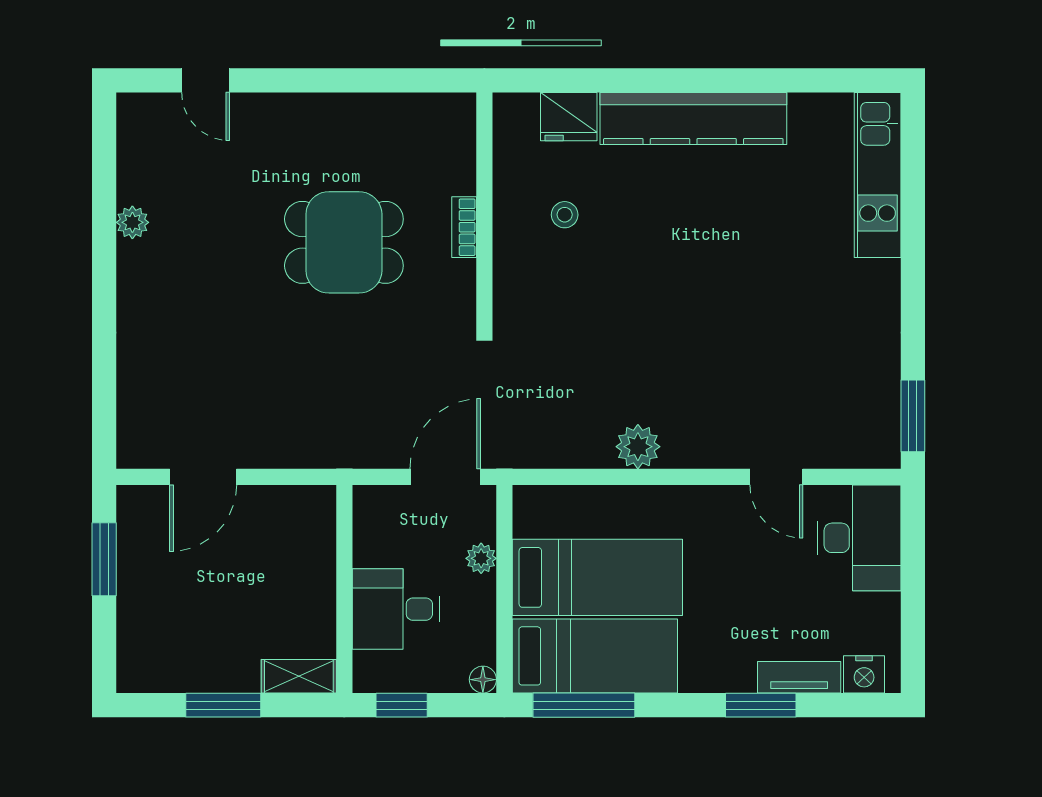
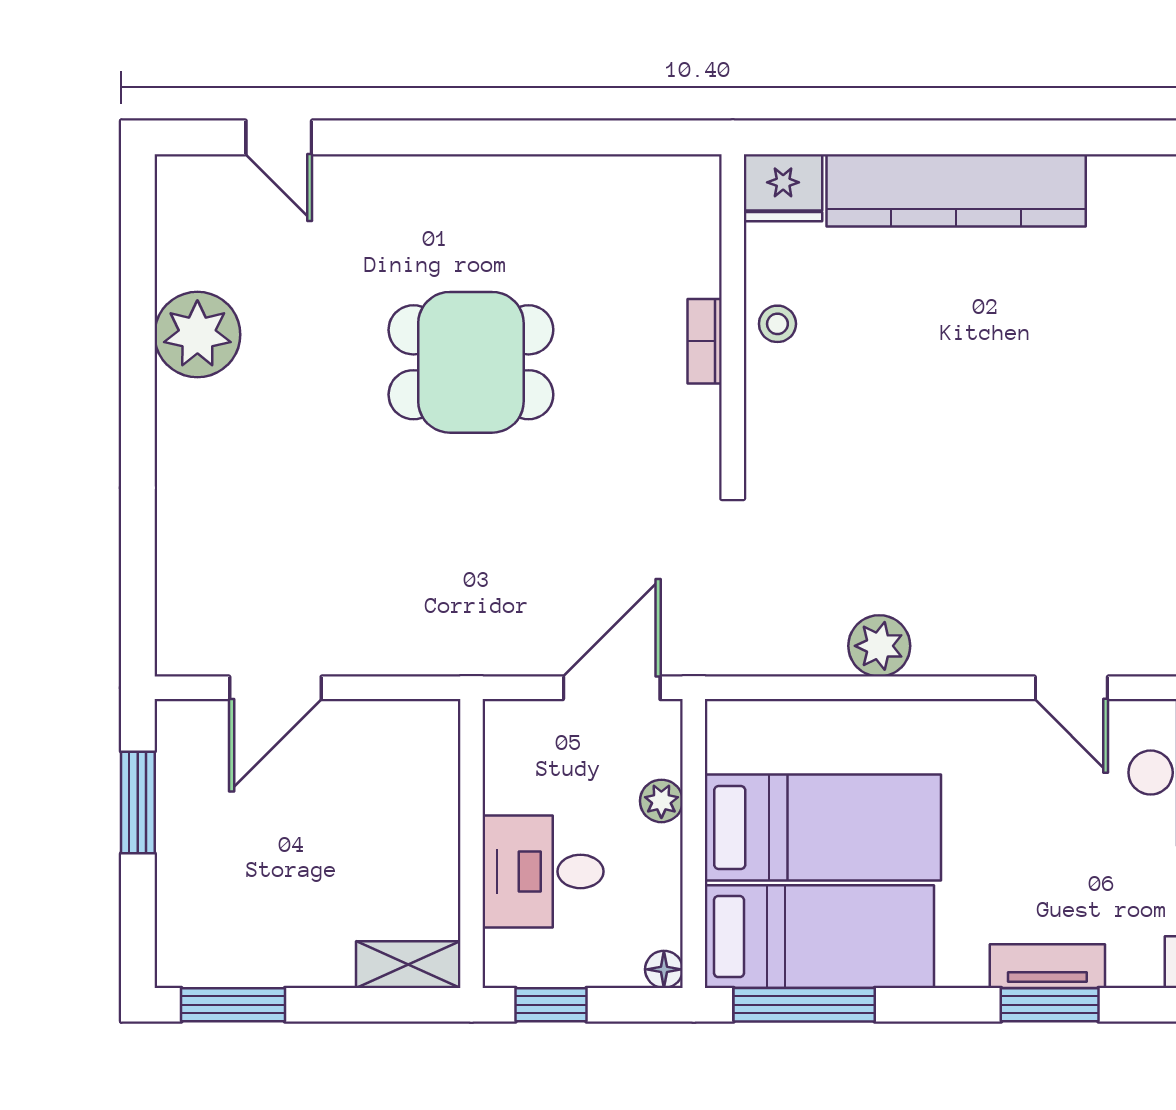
wall: (484, 209) -> (733, 315), moved
plant: (132, 222) -> (197, 335), width x1.88, depth x1.88
bookcase: (464, 227) -> (705, 341), moved
tv unit: (799, 677) -> (1047, 966), moved
window: (223, 705) -> (233, 1005), moved

